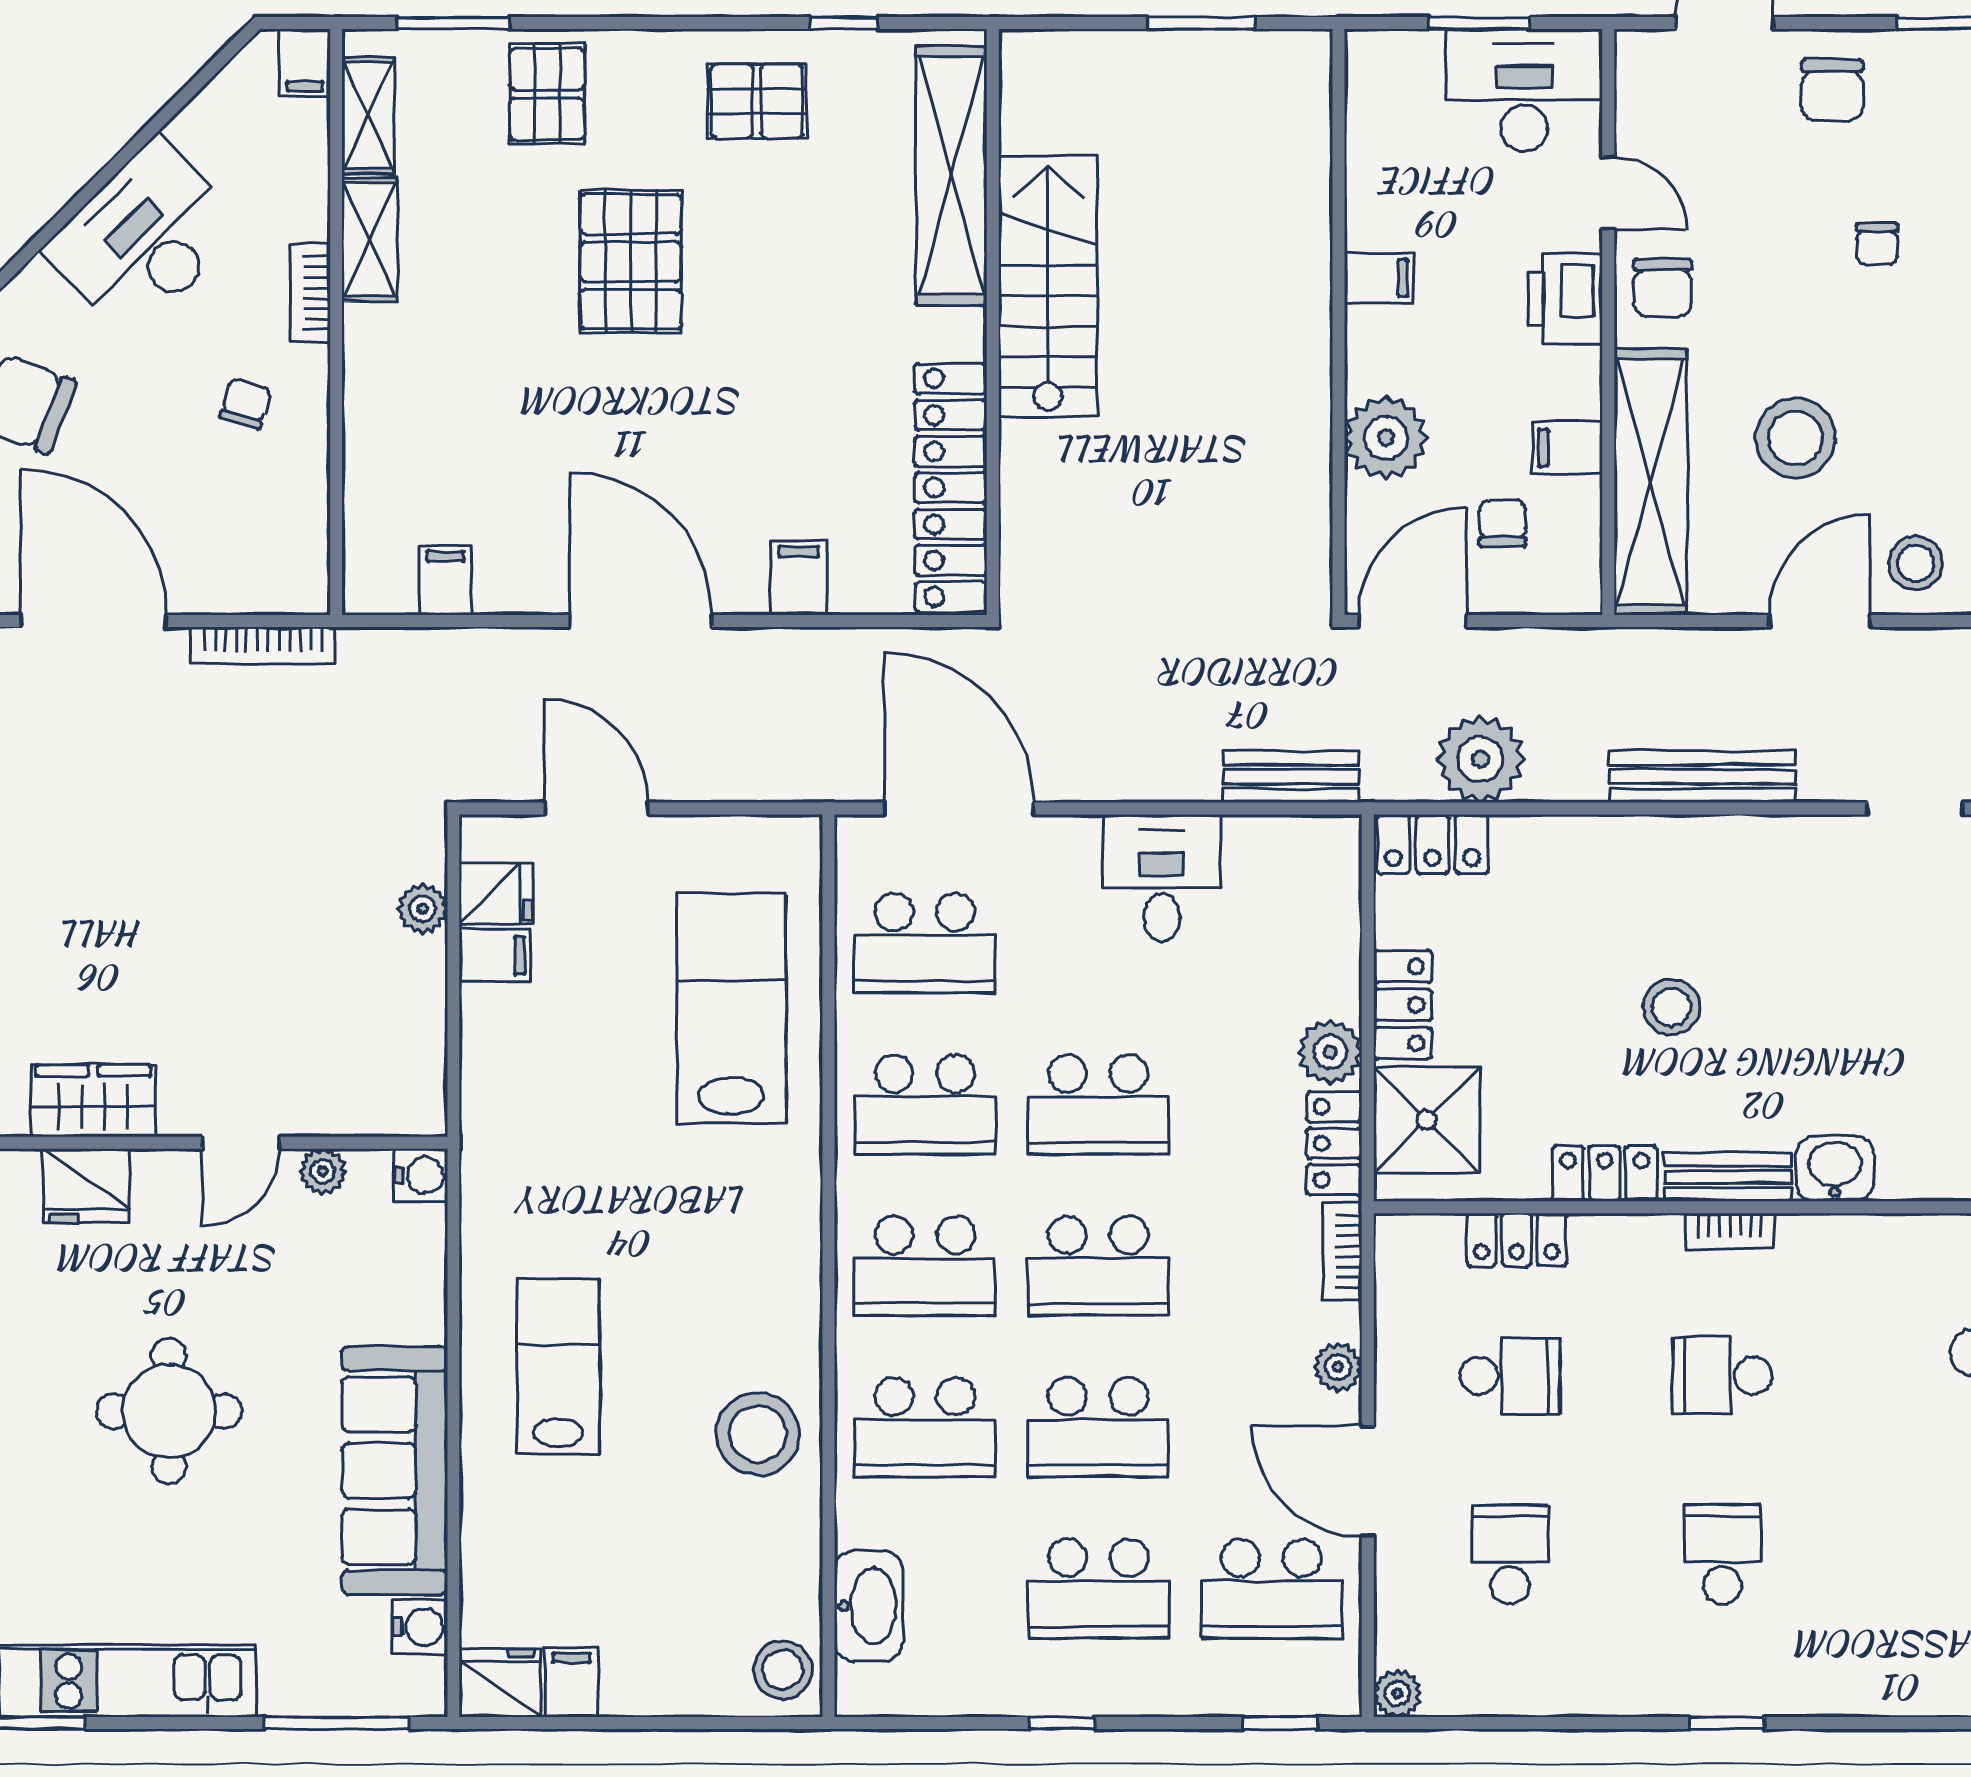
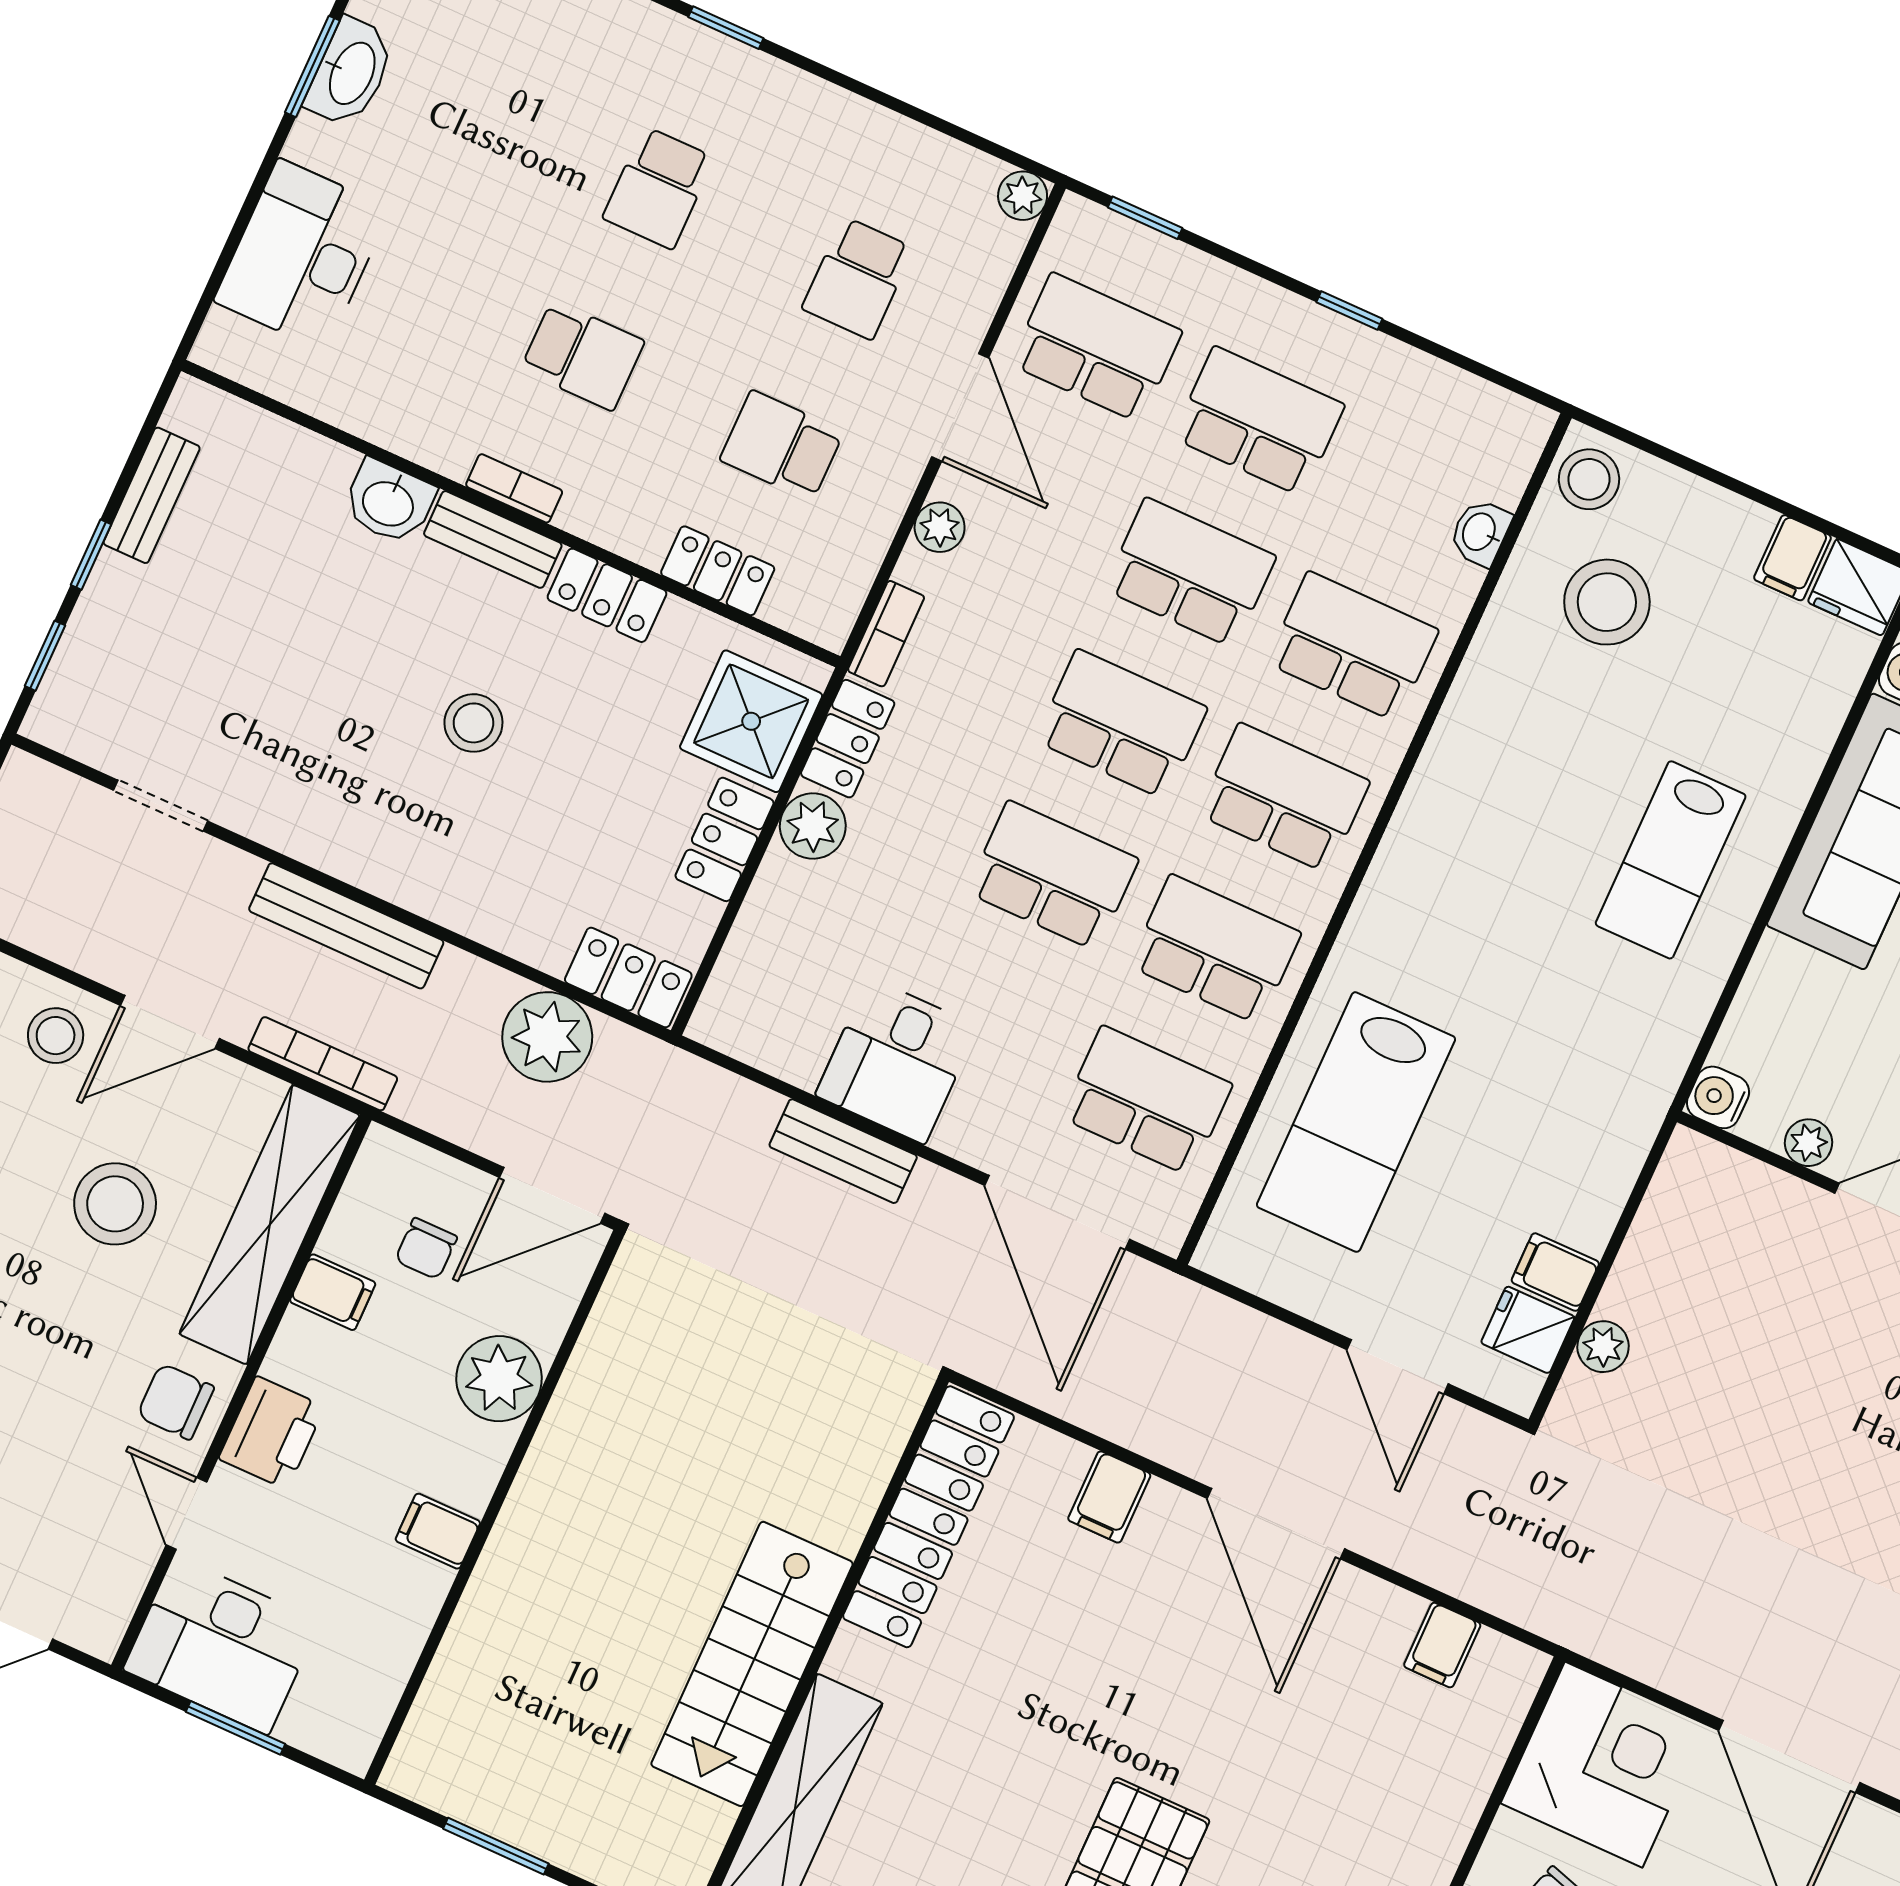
chair: (1663, 288) -> (176, 1401), turned -90
corner desk: (255, 539) -> (1604, 1765), added
bookcase: (263, 645) -> (323, 1064), moved
bench: (1291, 777) -> (843, 1151), moved
stool: (758, 1434) -> (1607, 602), moved
washbasin: (868, 1606) -> (1480, 532), width x0.52, depth x0.69

